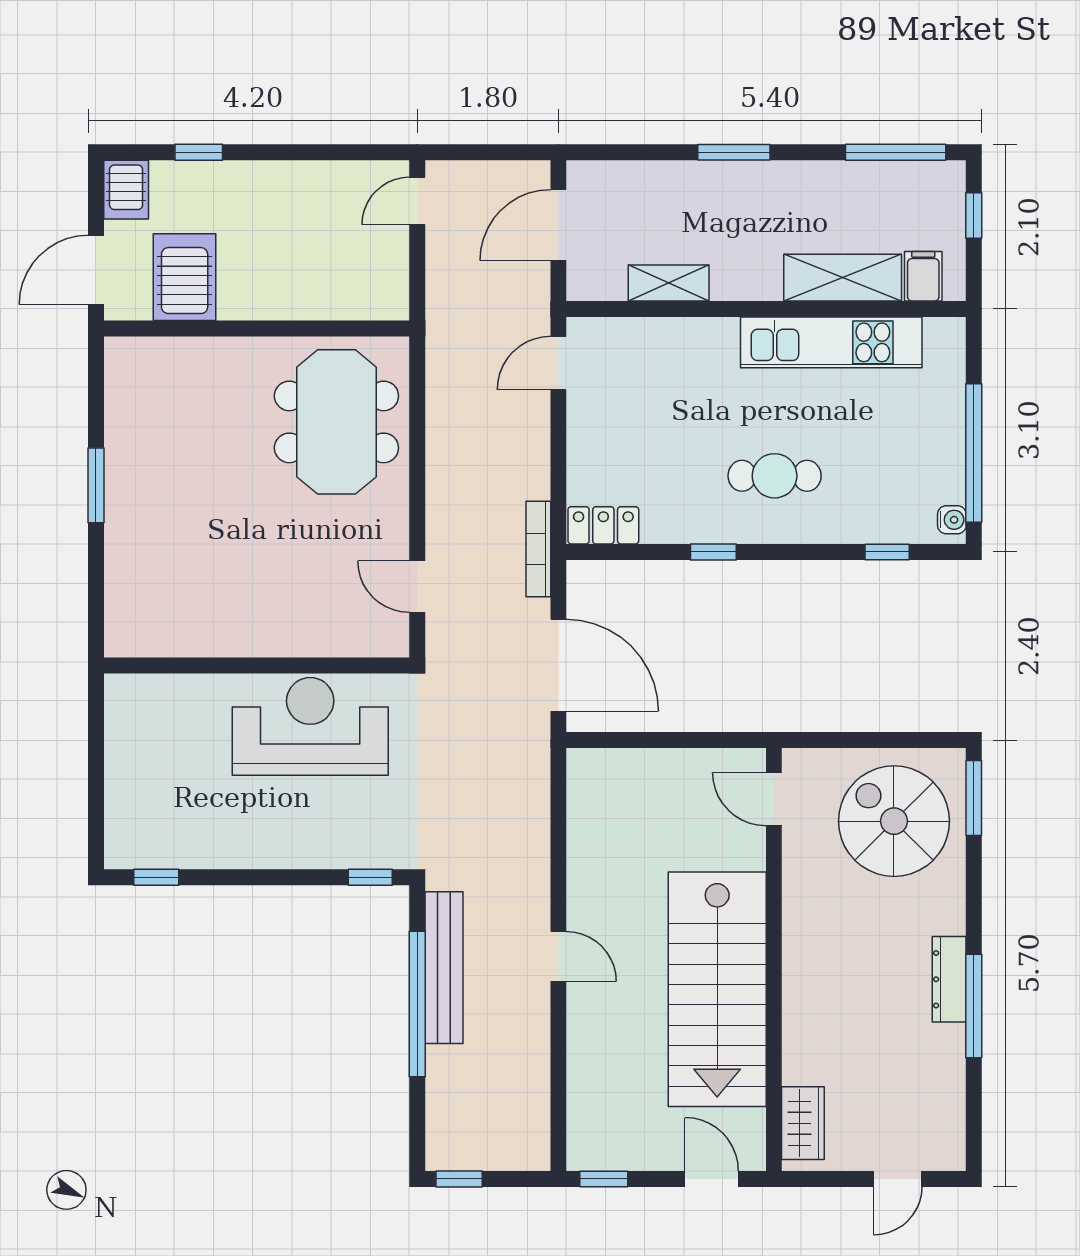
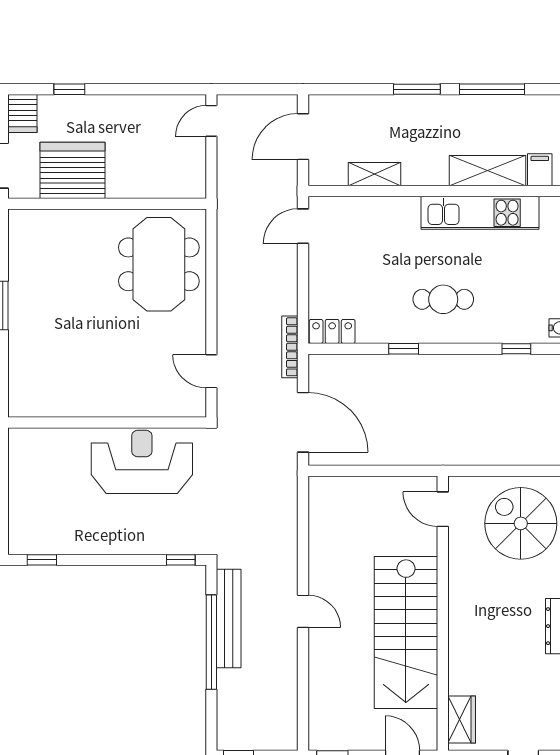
window: (896, 152) -> (492, 89), moved
server rack: (185, 277) -> (72, 170), width x1.60

